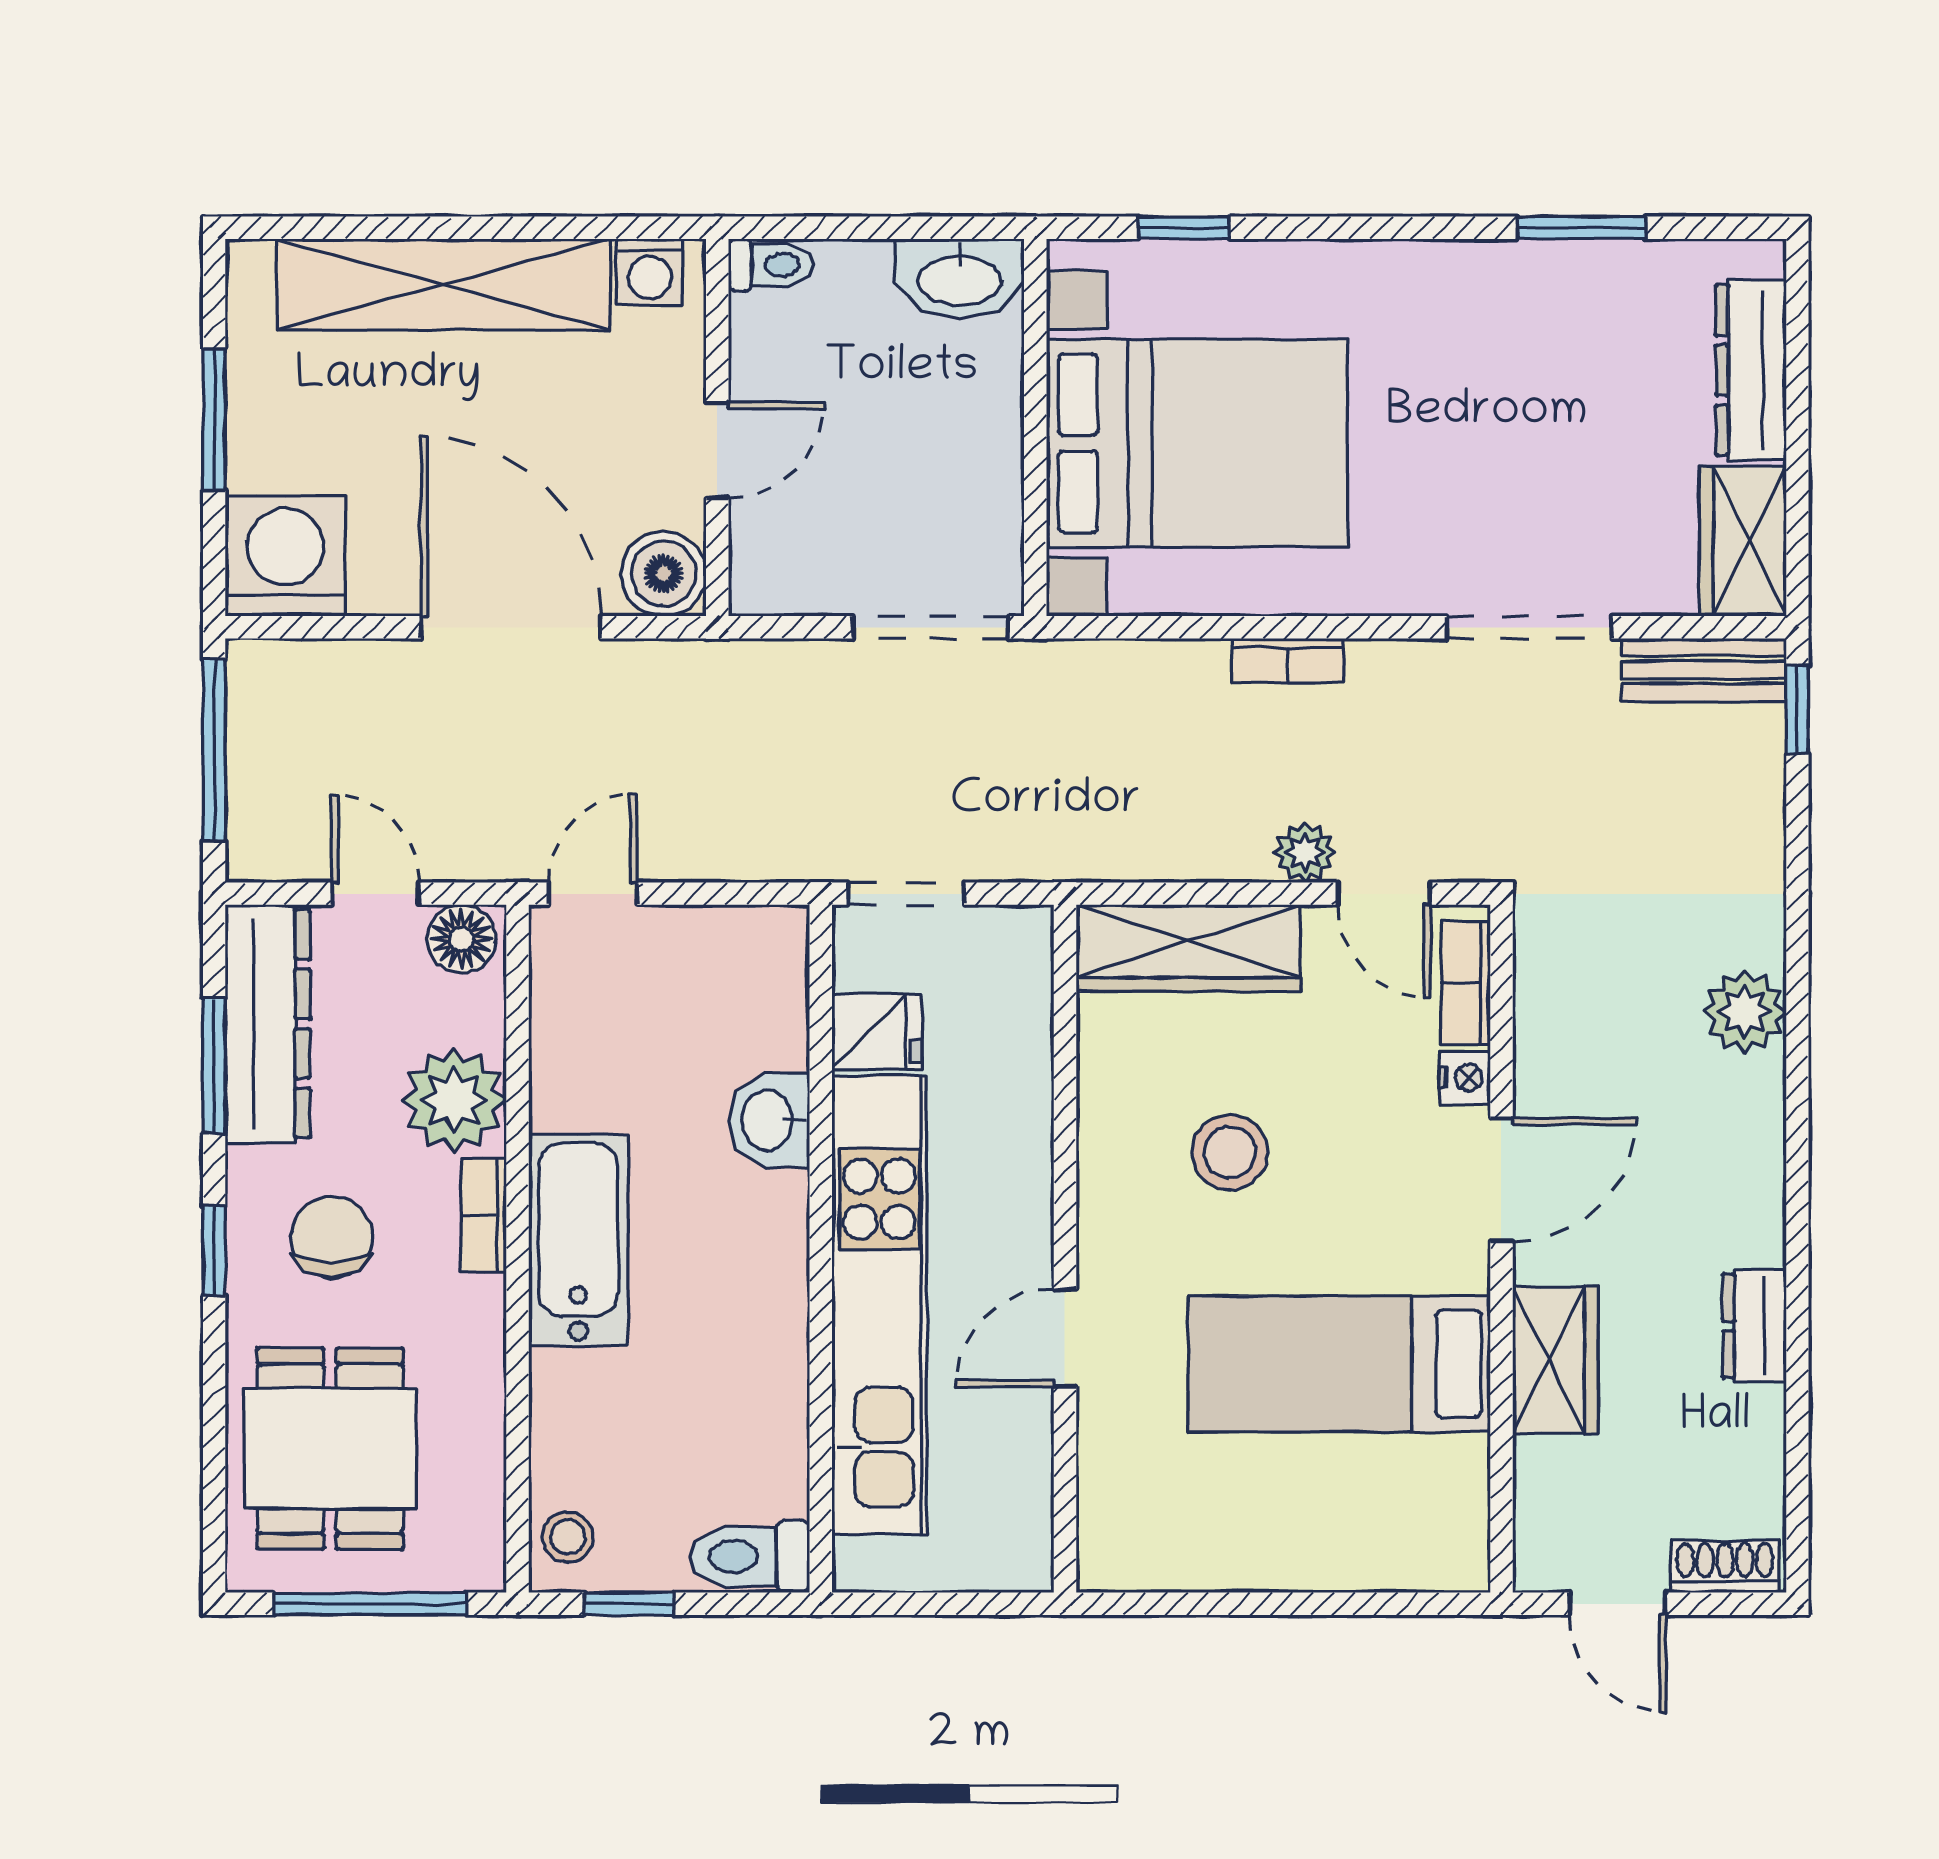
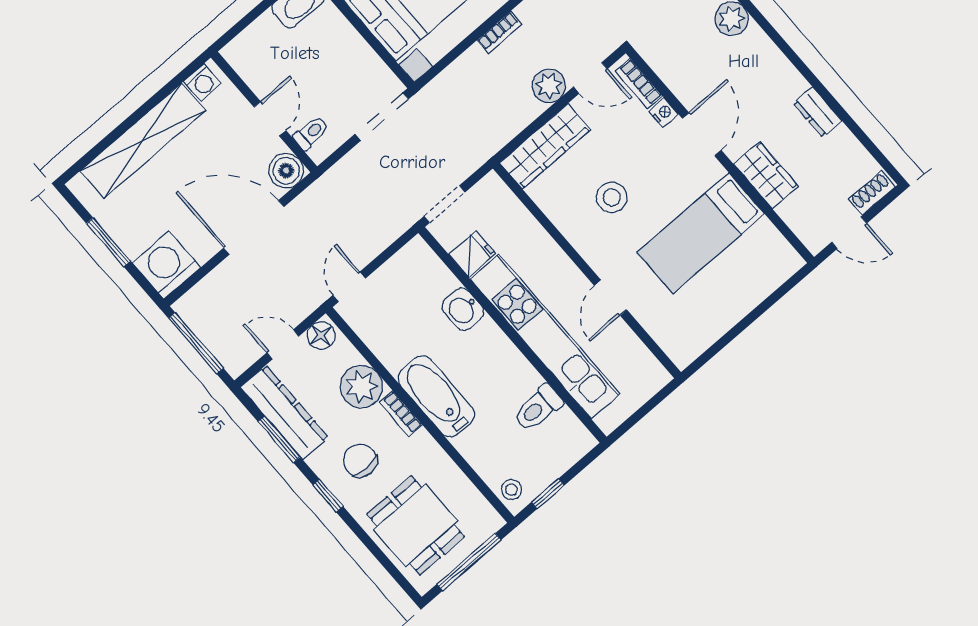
toilet: (770, 265) -> (311, 133), moved
plant: (1305, 852) -> (549, 86), width x1.38, depth x1.38
toilet: (750, 1556) -> (538, 408), moved

